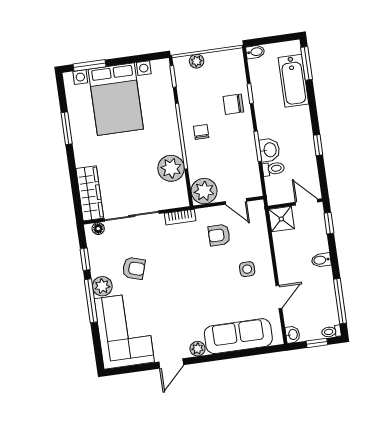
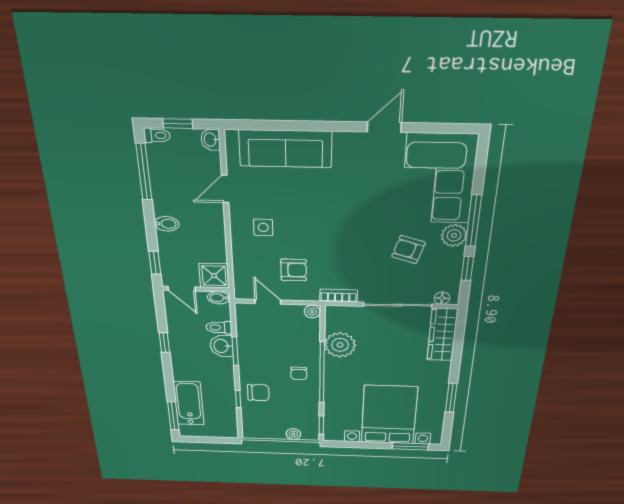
bidet: (255, 52) -> (219, 298), moved
plant: (204, 191) -> (312, 312), width x0.53, depth x0.53
plant: (198, 349) -> (344, 141), removed

